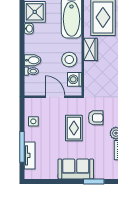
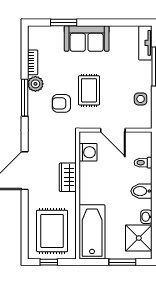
wardrobe: (91, 49) -> (68, 177), moved
stool: (69, 59) -> (95, 178), removed
bidet: (33, 60) -> (141, 191), moved
tv unit: (30, 155) -> (145, 43), moved

